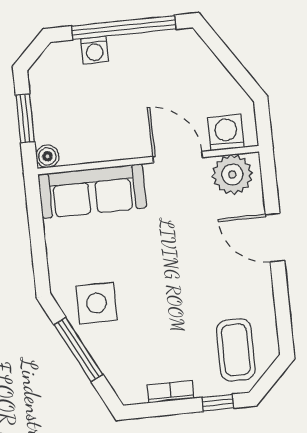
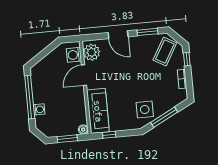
window: (35, 218) -> (109, 135), added
door: (275, 238) -> (118, 35), hinge flipped
window: (282, 308) -> (147, 32), added
coffee table: (236, 350) -> (165, 51), turned -60

